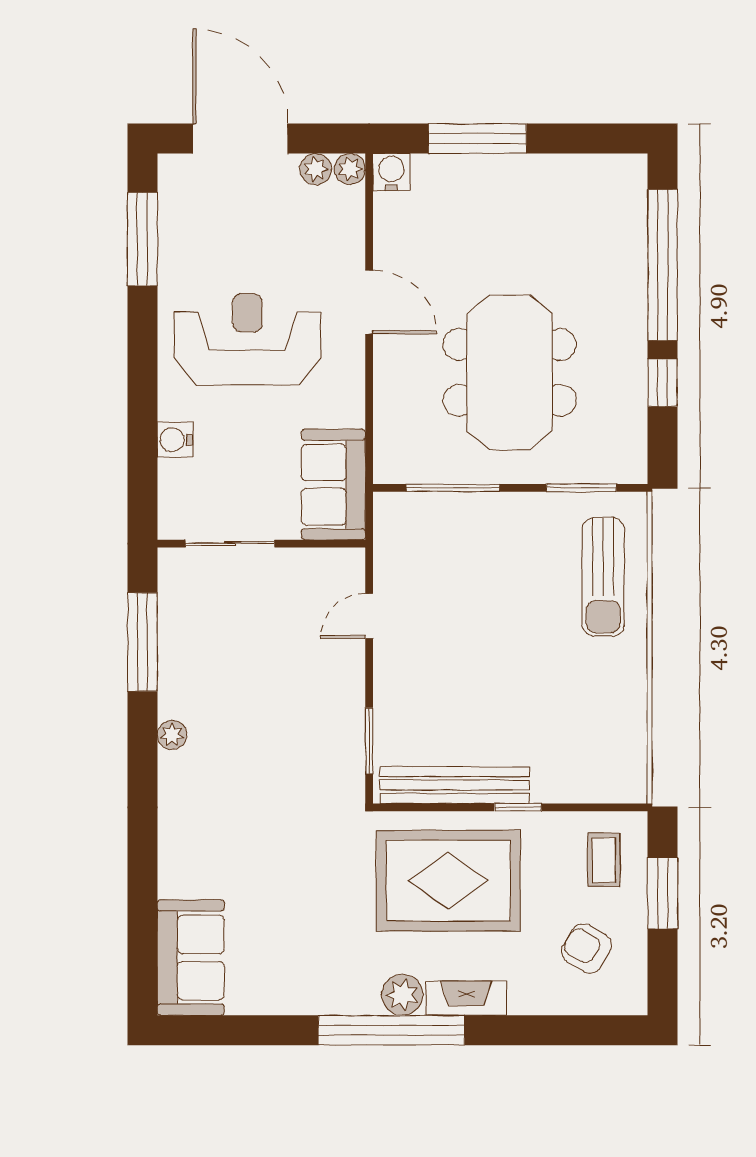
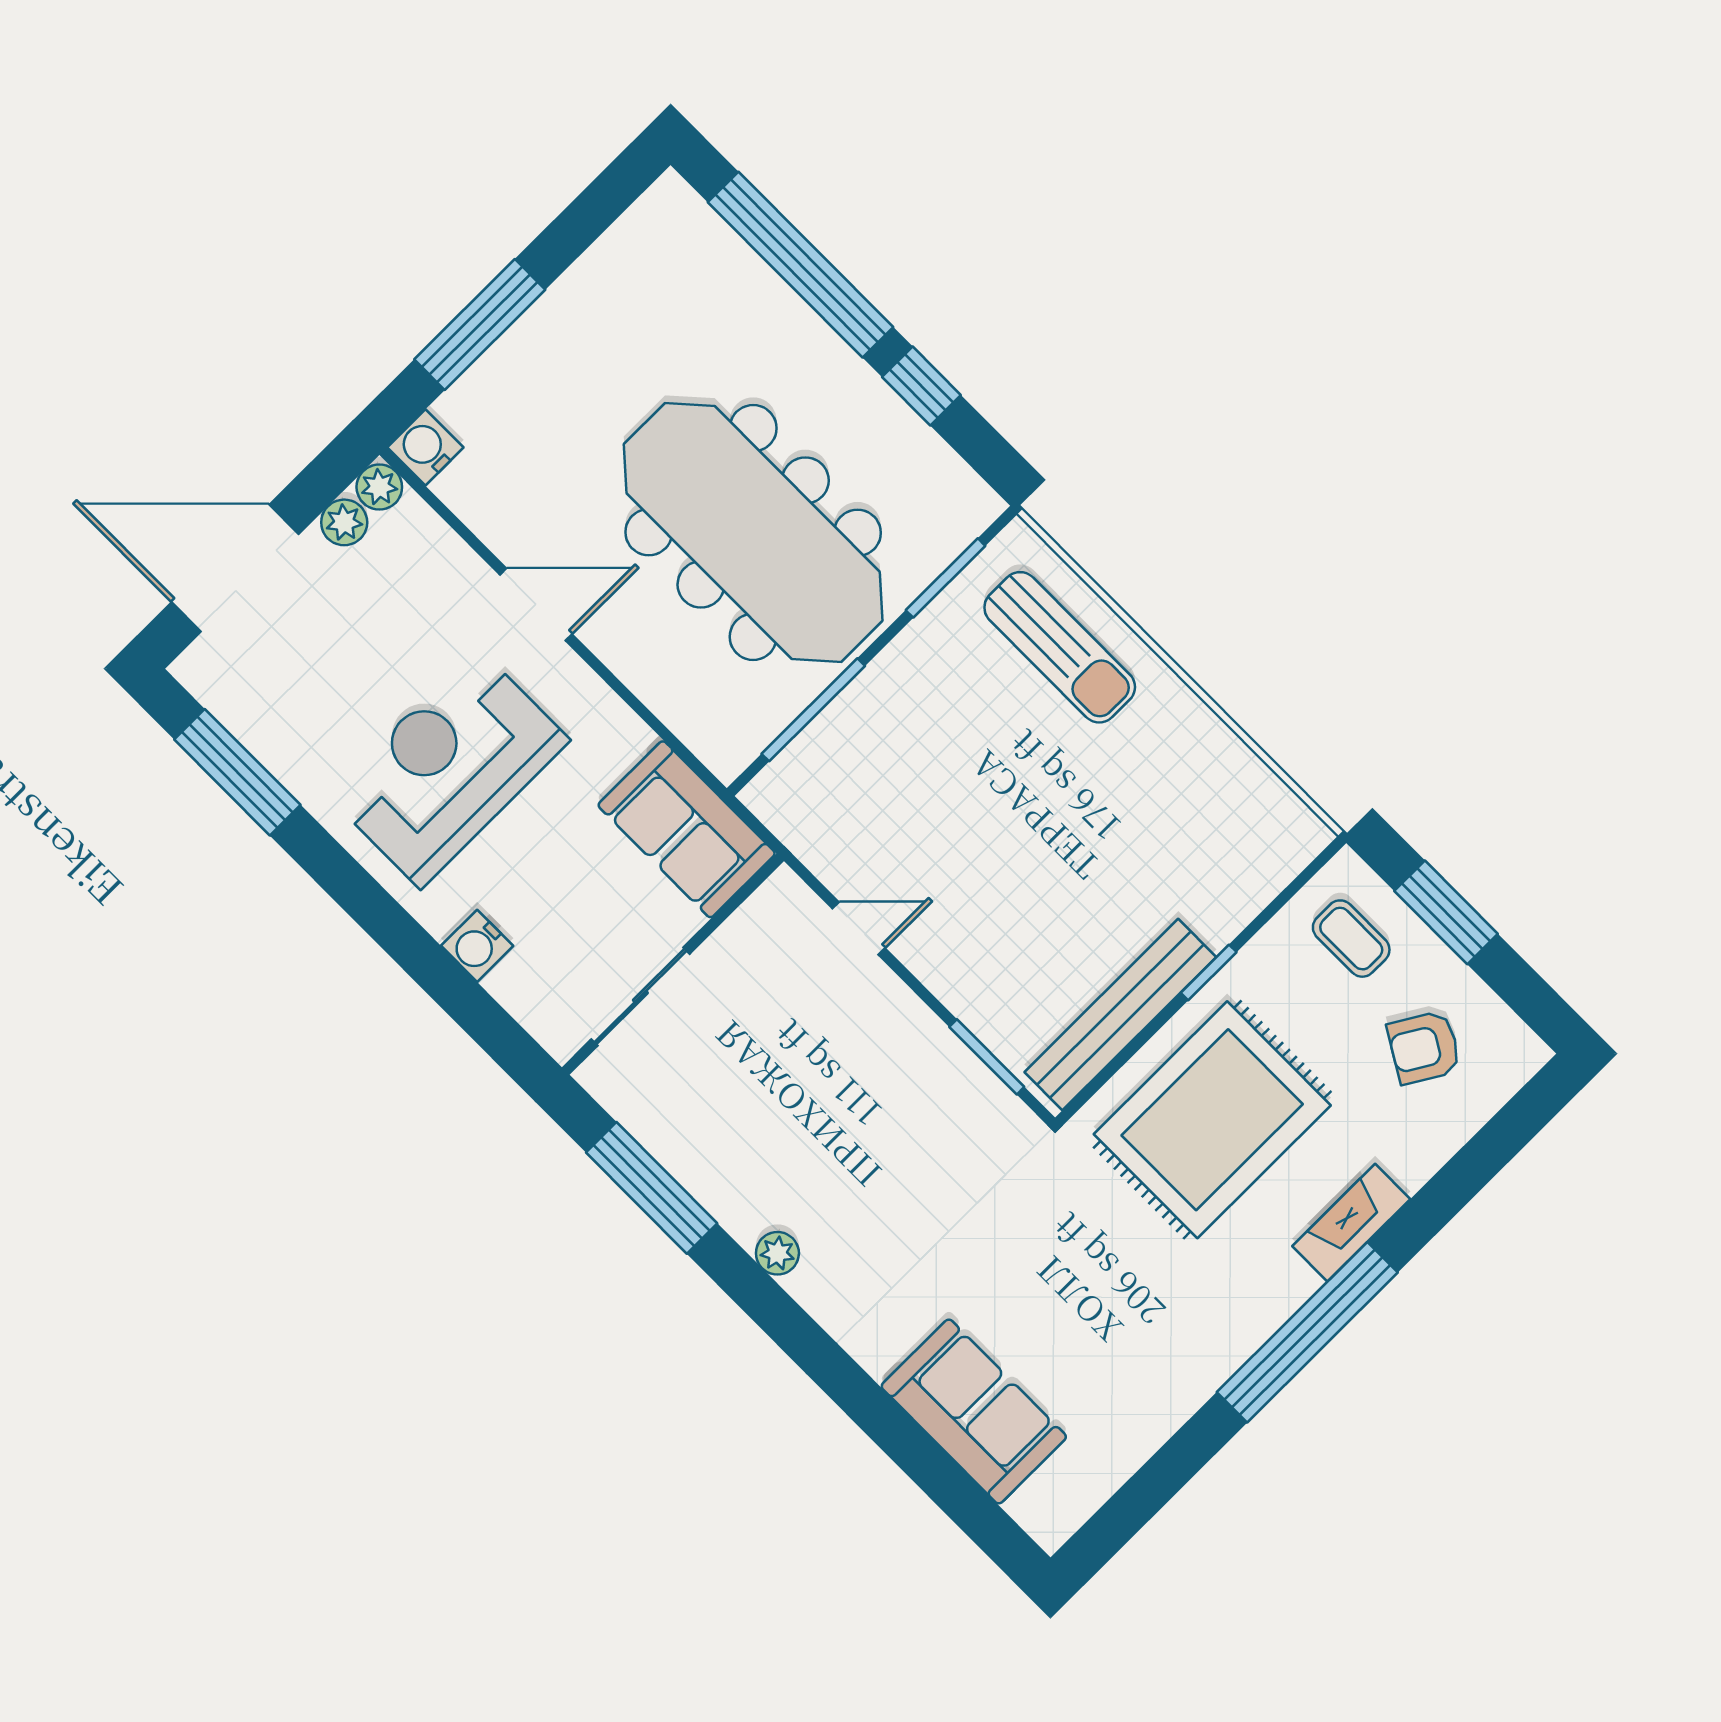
meeting table: (510, 372) -> (753, 532), width x1.36
door: (369, 616) -> (859, 928), swing flipped
sofa: (191, 958) -> (974, 1412), moved
plant: (402, 995) -> (1282, 1285), removed

